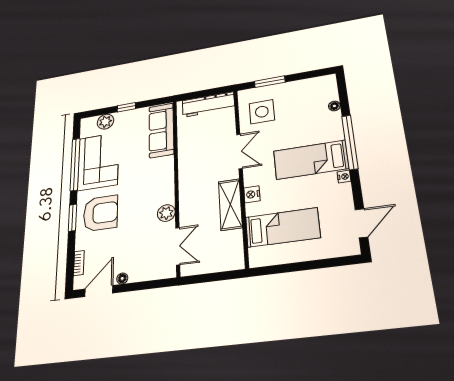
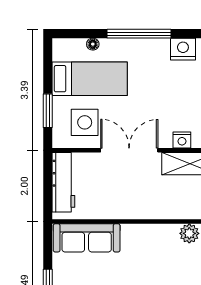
double door: (239, 151) -> (129, 150), width x1.37
bed: (311, 160) -> (90, 79), moved, turned -90
nightstand: (344, 177) -> (183, 49), width x1.89, depth x1.79

